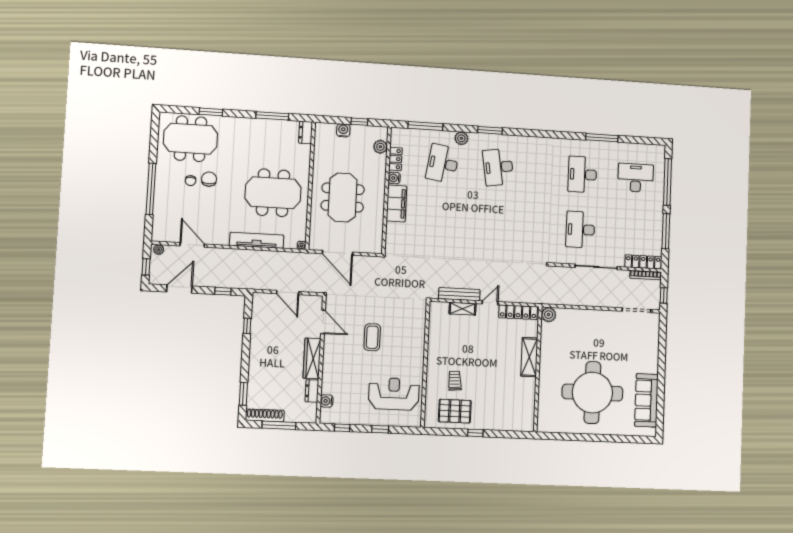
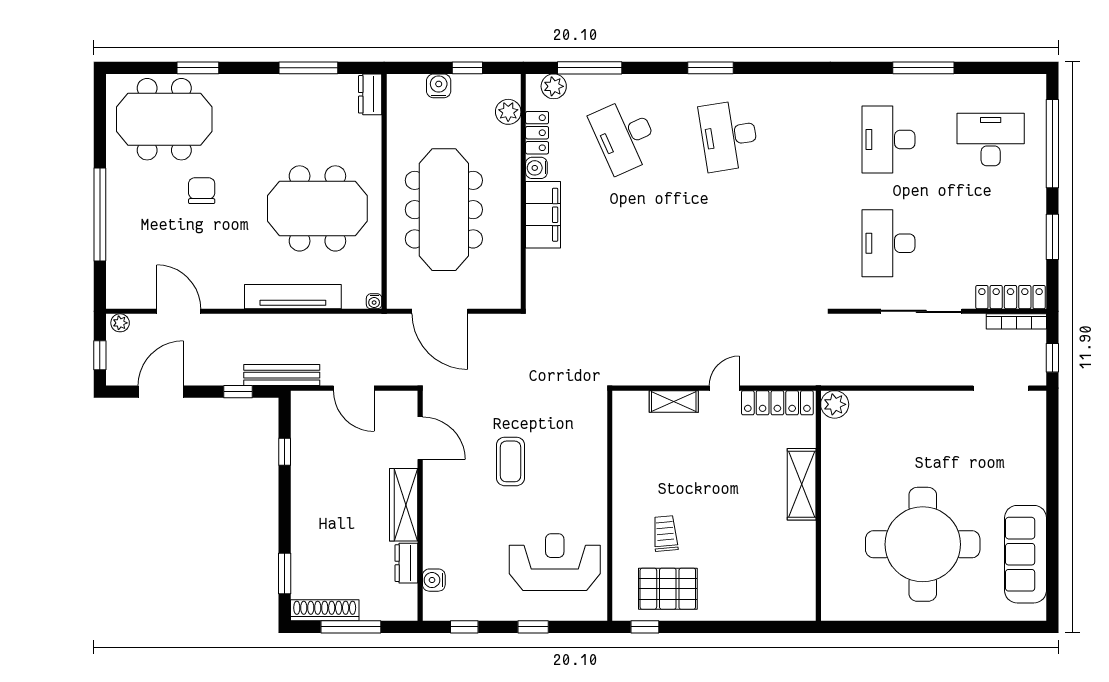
plant: (461, 138) -> (554, 86), moved
desk: (443, 164) -> (625, 136), turned -33
chair: (191, 181) -> (169, 195), removed
meeting table: (343, 198) -> (444, 210), width x1.36
window: (666, 231) -> (1052, 237), width x0.69
bench: (459, 294) -> (282, 375), moved
window: (475, 433) -> (645, 627), moved

